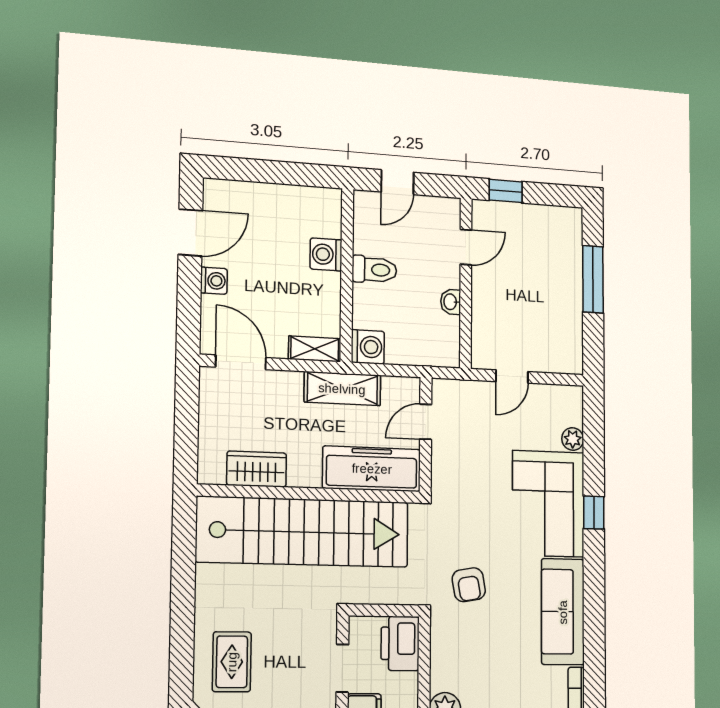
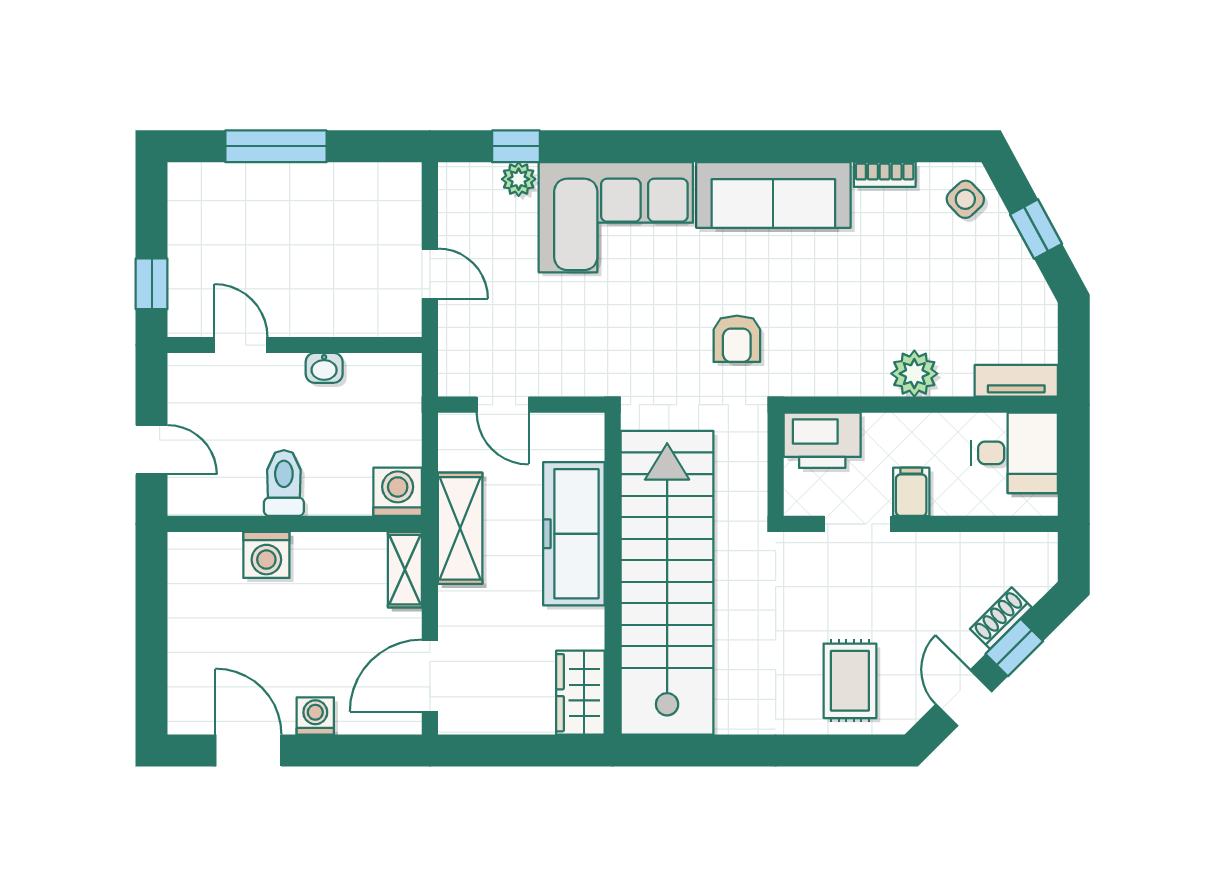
wardrobe: (257, 469) -> (580, 693), moved
freezer: (372, 469) -> (574, 534), moved
window: (594, 513) -> (516, 146), moved
armchair: (469, 585) -> (737, 339), turned 100
rug: (232, 662) -> (850, 681), turned 90

